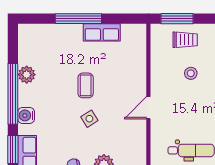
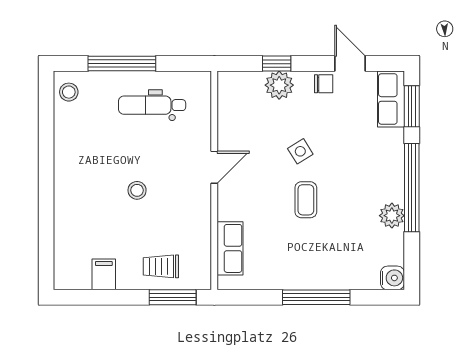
row of seats: (102, 32) -> (230, 248), moved, turned 90
stool: (191, 73) -> (137, 190), moved
water cooler: (26, 115) -> (392, 278), moved

